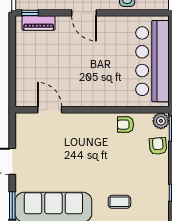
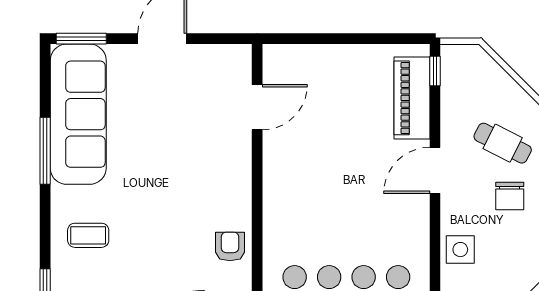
piano: (39, 23) -> (412, 98), width x1.37, depth x1.33
coffee table: (119, 202) -> (88, 235), turned 90

